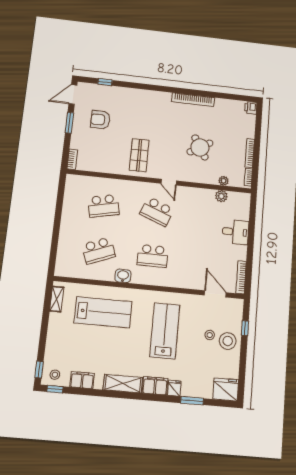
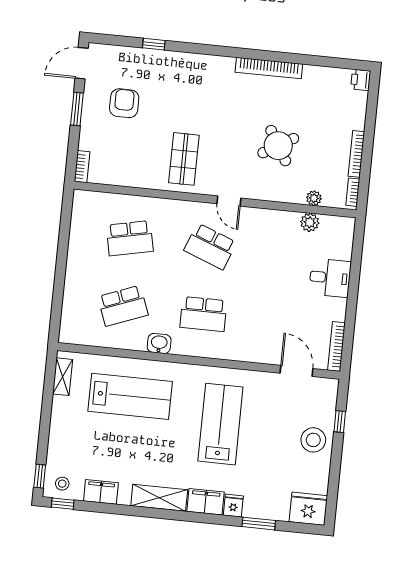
window: (105, 82) -> (154, 44), moved
armchair: (100, 120) -> (124, 103), turned 90
stool: (210, 335) -> (287, 431), removed

